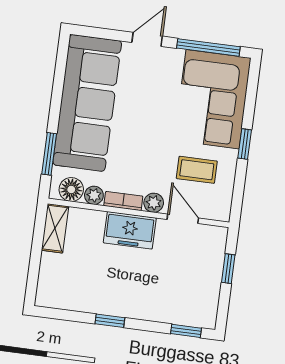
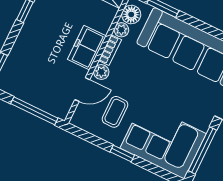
window: (228, 269) -> (34, 111), width x2.17

